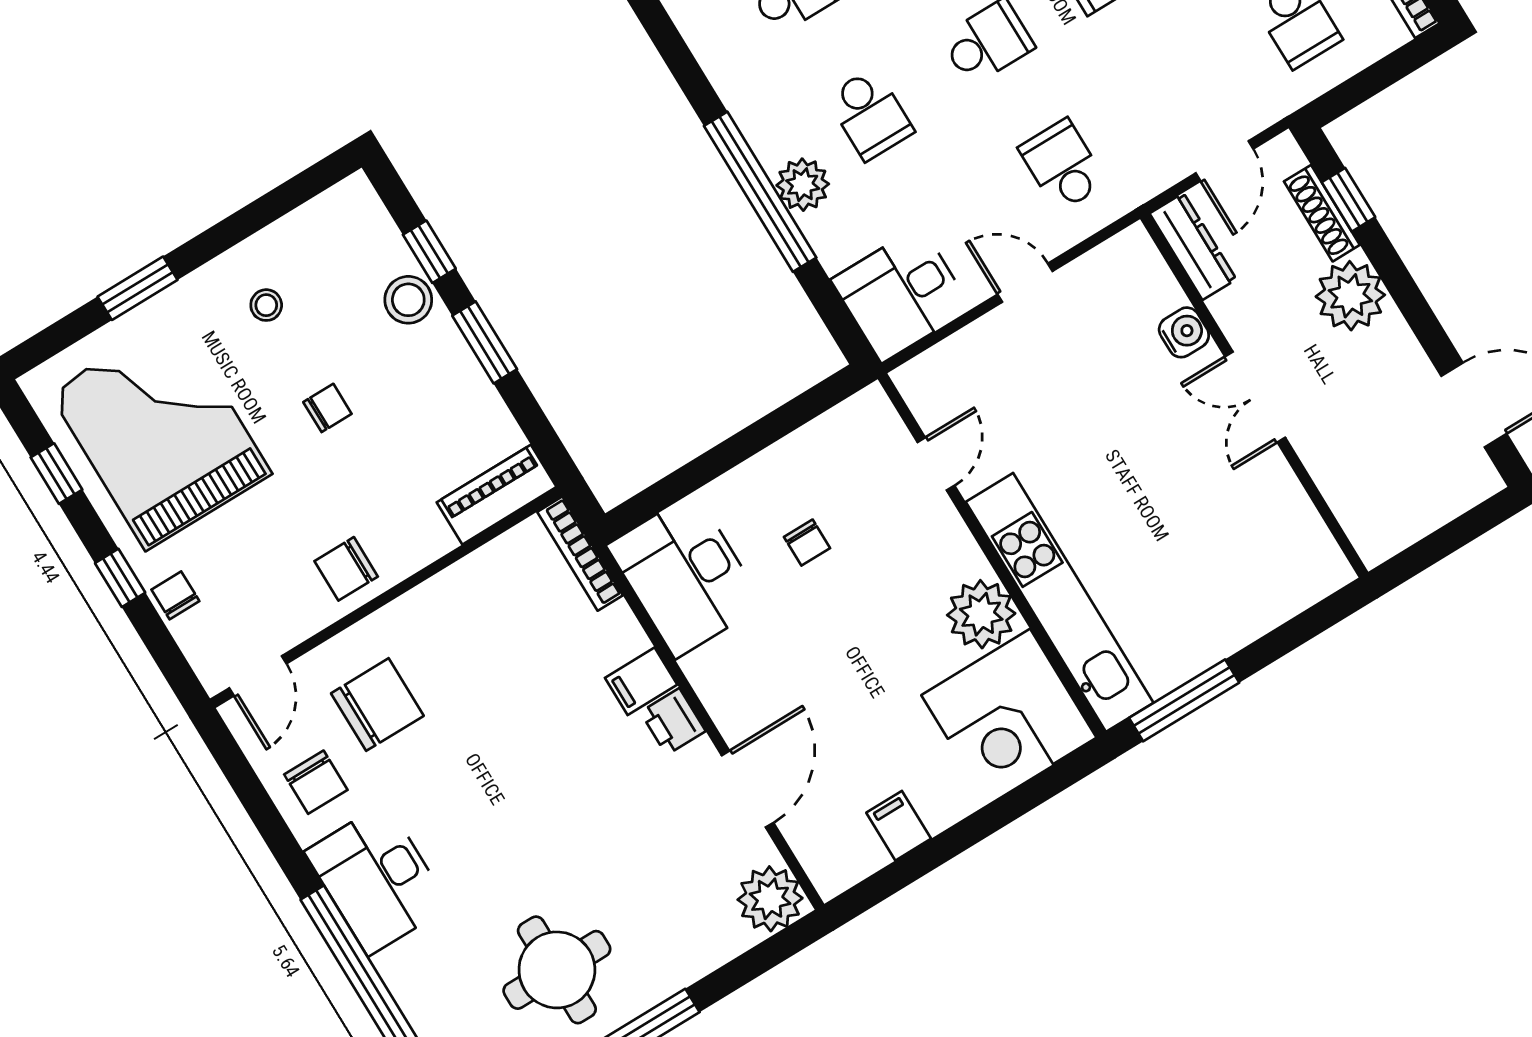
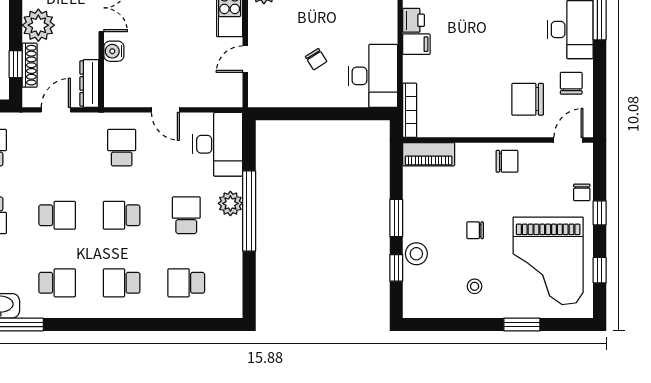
school desk: (1063, 165) -> (122, 148), turned 180
desk: (901, 294) -> (218, 144), width x1.37
chair: (807, 543) -> (316, 59), turned 148

